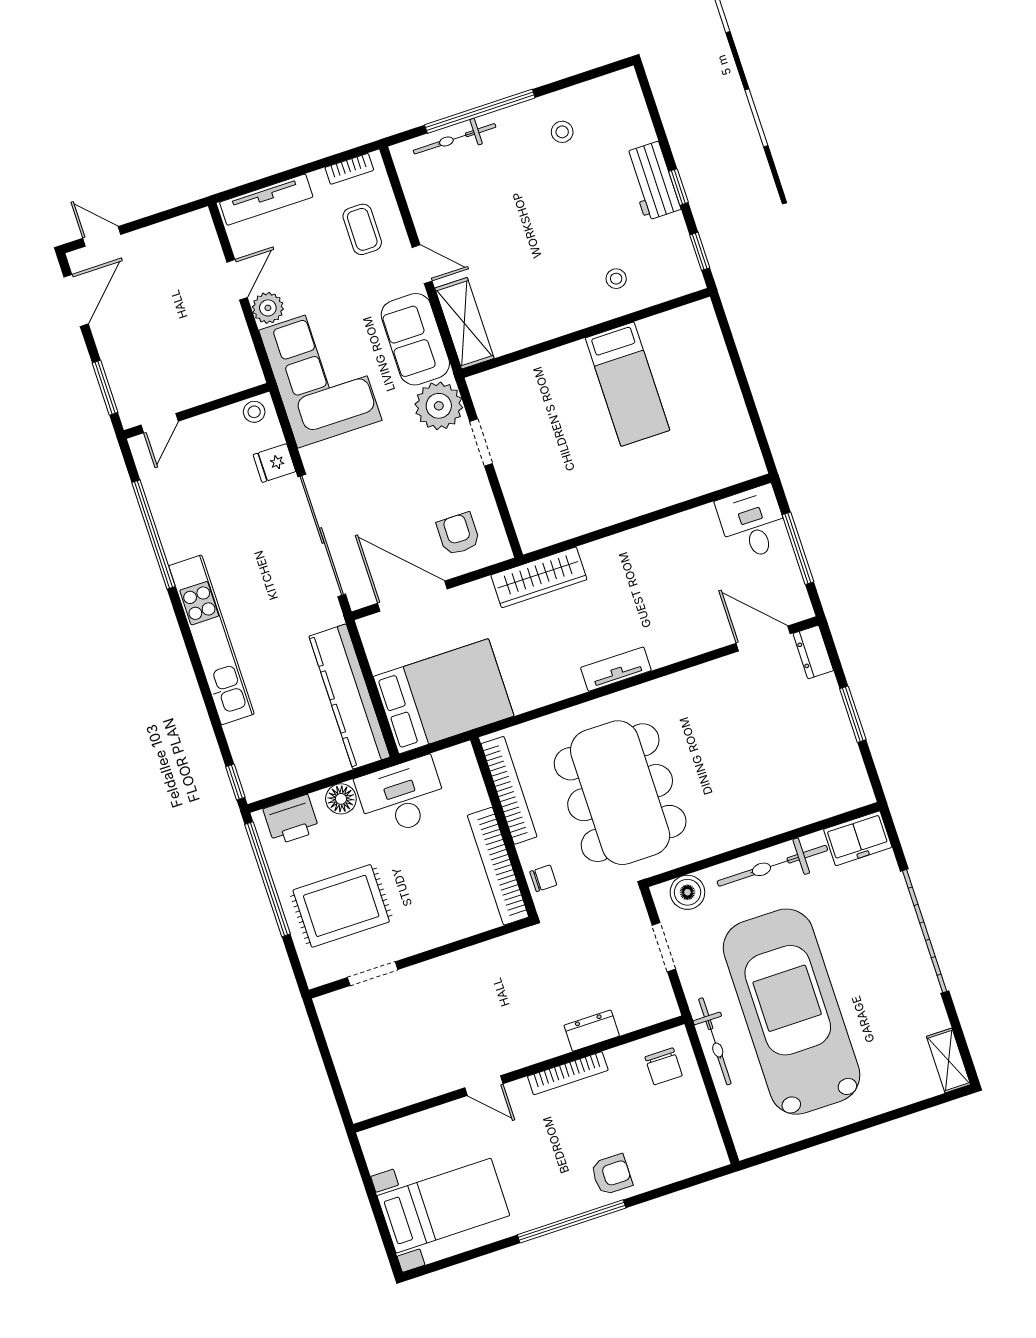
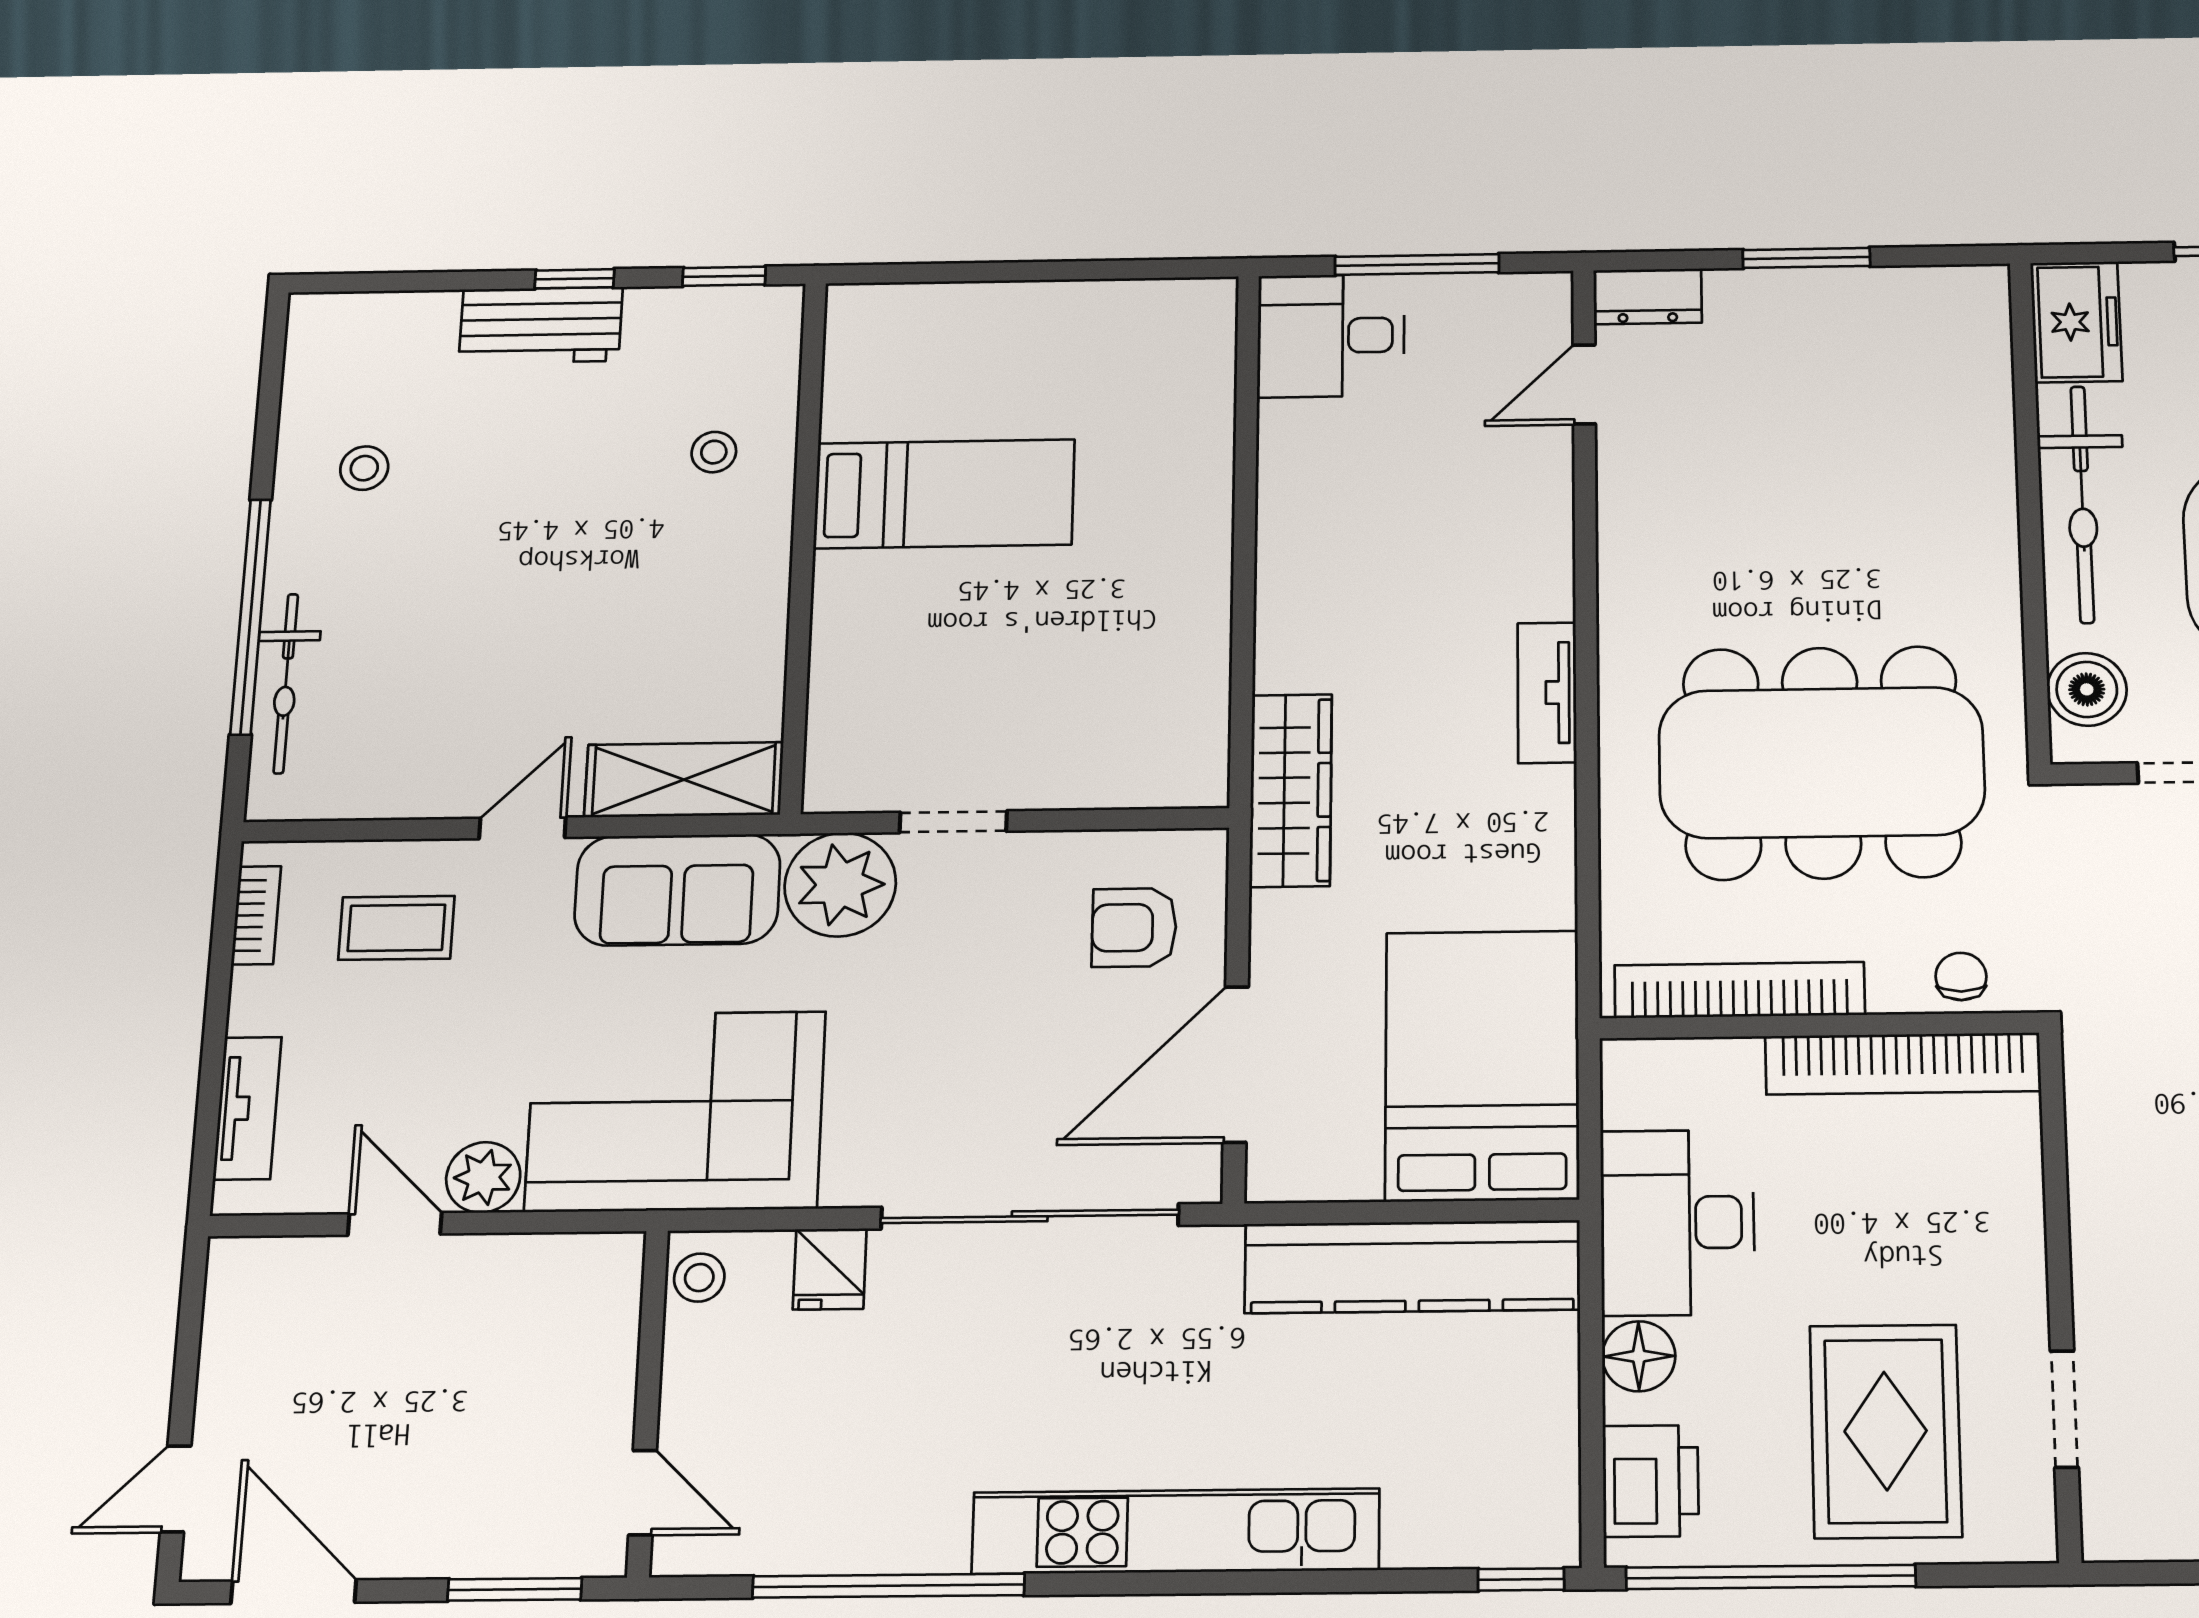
tv unit: (266, 200) -> (247, 1108), width x0.71
door: (763, 638) -> (1584, 384), width x0.73

